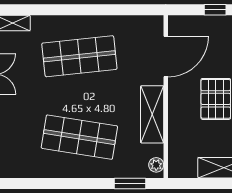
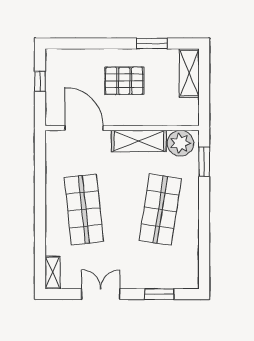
plant: (156, 165) -> (180, 143), width x1.88, depth x1.88

